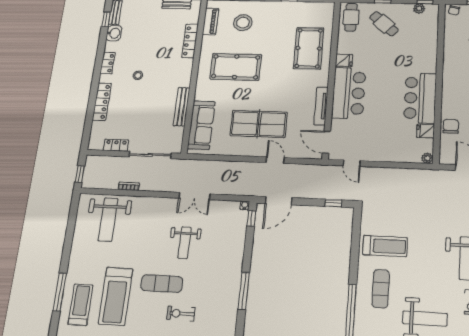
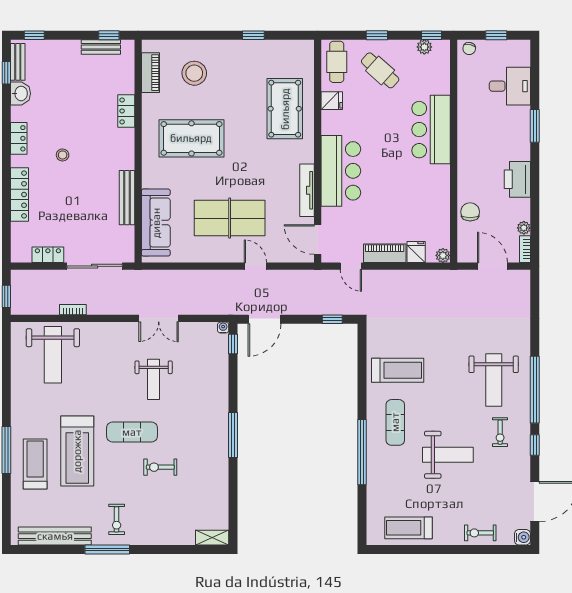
locker: (190, 41) -> (126, 111), width x0.66
fridge: (344, 60) -> (332, 101), moved
bar counter: (420, 98) -> (431, 130), moved
fridge: (426, 131) -> (416, 252), moved, turned 90
piano: (380, 155) -> (385, 253), added

